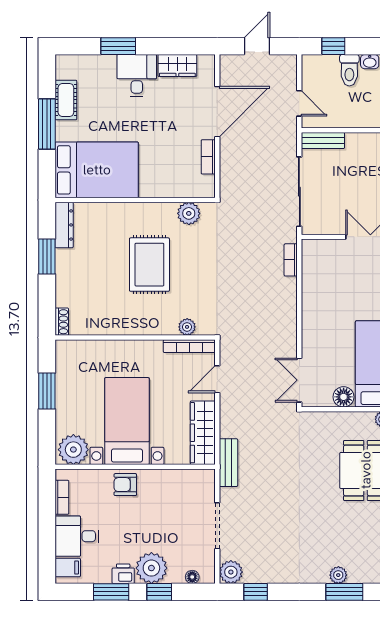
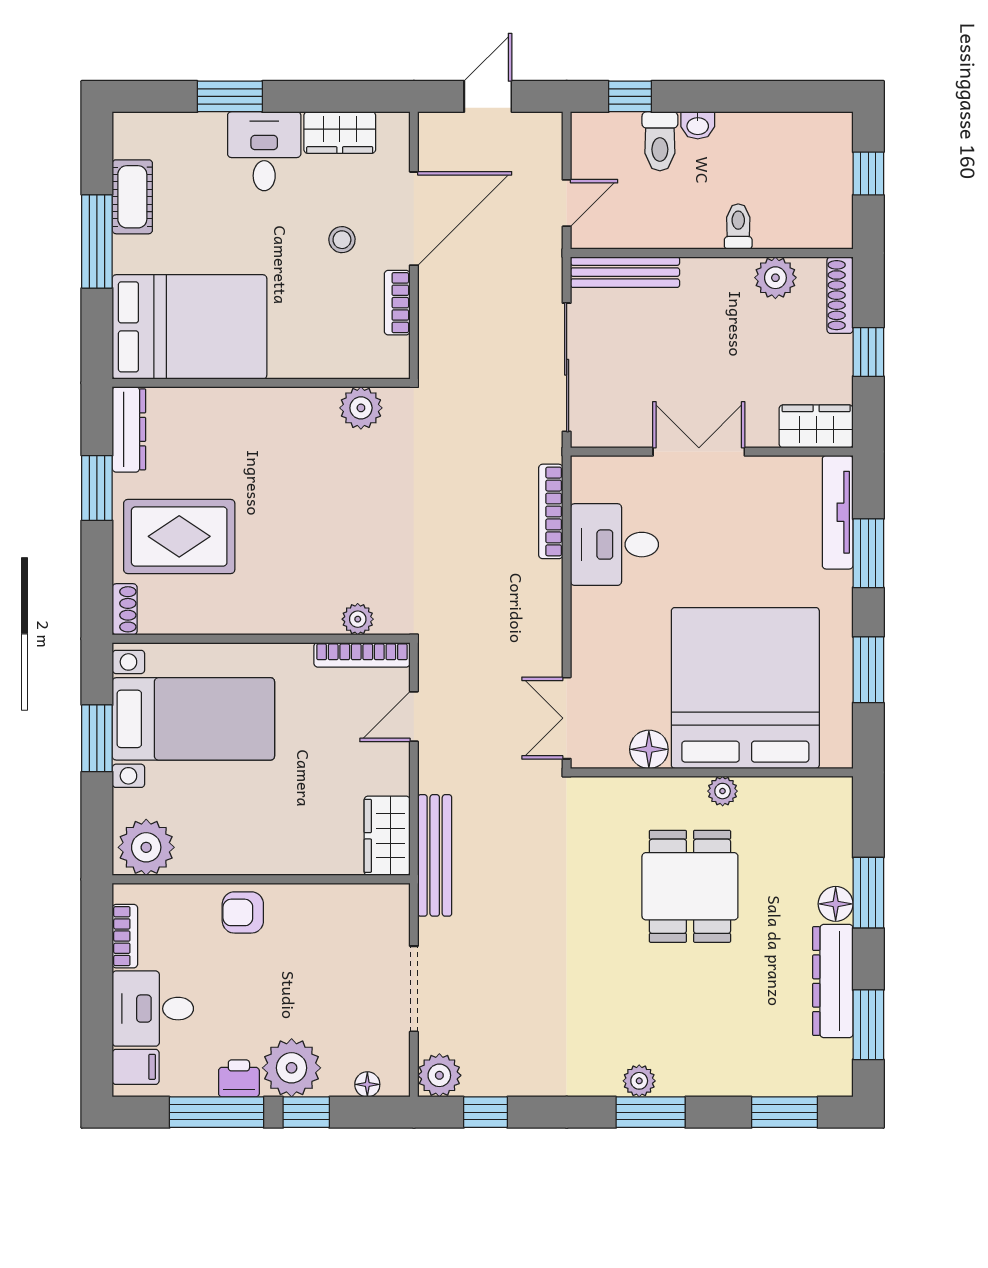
door: (299, 103) -> (567, 203), hinge flipped
stool: (179, 123) -> (342, 240), added
bench: (323, 140) -> (625, 272), width x1.36
bookcase: (291, 260) -> (551, 511), width x1.56
rug: (149, 265) -> (179, 536), moved, turned 90
desk: (325, 287) -> (614, 545), added
bed with nightstands: (127, 421) -> (193, 719), moved, turned 90
wardrobe: (203, 433) -> (387, 836), width x0.67
bench: (228, 463) -> (435, 855), width x1.36
window: (111, 592) -> (217, 1112), width x1.44

